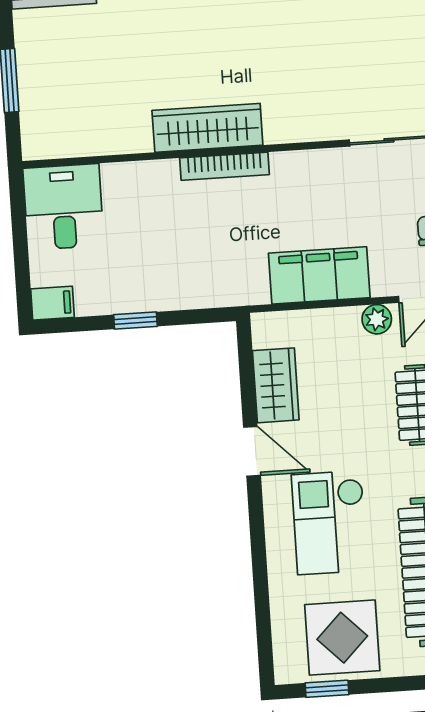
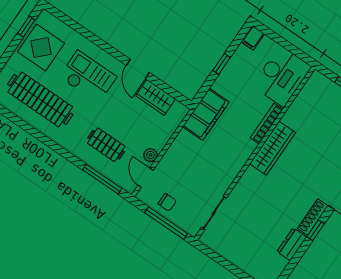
bookcase: (224, 166) -> (267, 124), moved
desk: (63, 207) -> (282, 76), width x1.37
filing cabinet: (319, 275) -> (206, 114), moved
door: (252, 451) -> (138, 69), hinge flipped

